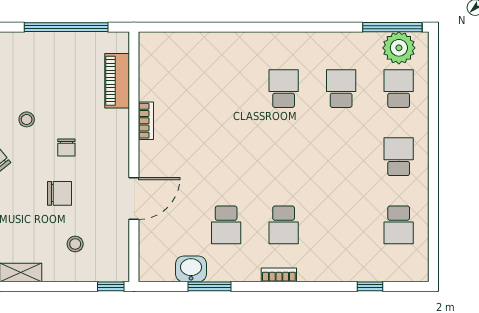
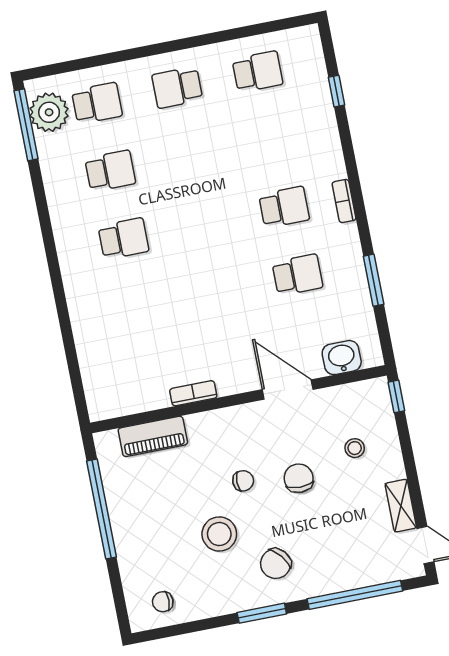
school desk: (284, 89) -> (124, 239), turned 180
school desk: (341, 89) -> (110, 171), turned 180
school desk: (399, 89) -> (97, 103), turned 180
stool: (27, 119) -> (219, 534), width x1.89, depth x1.89
washbasin: (191, 269) -> (342, 358), moved, turned 90

